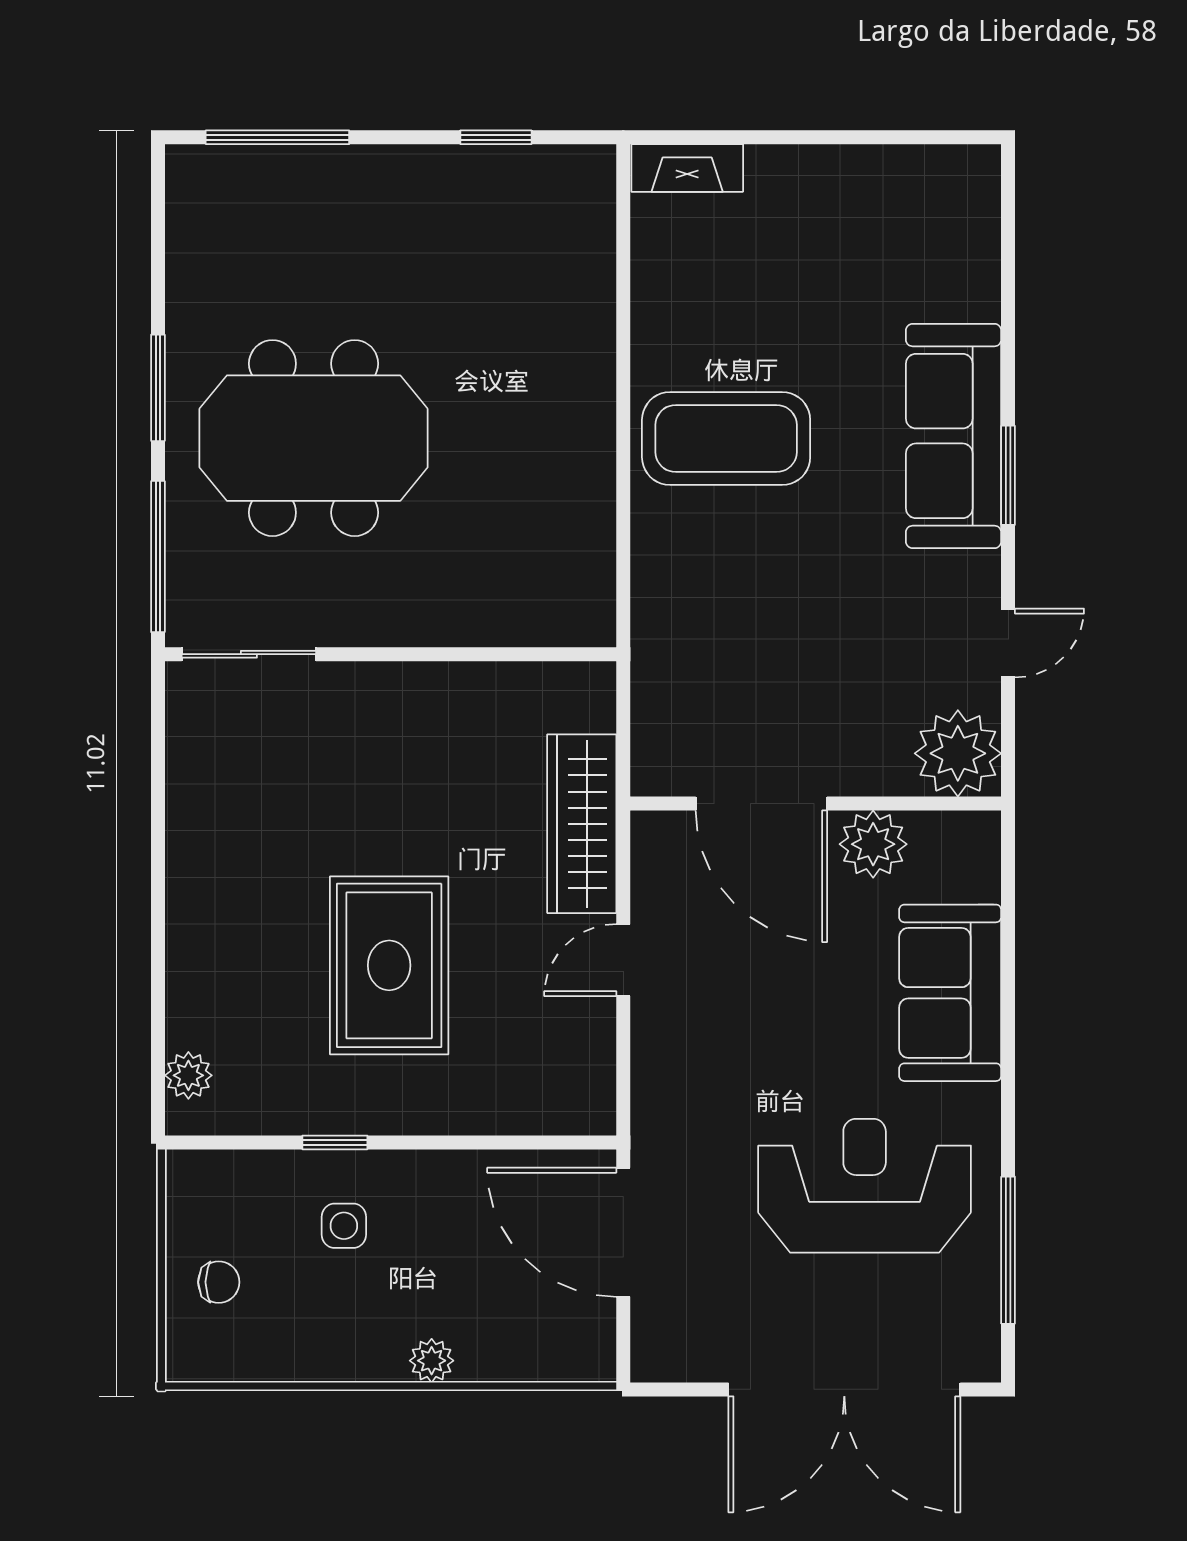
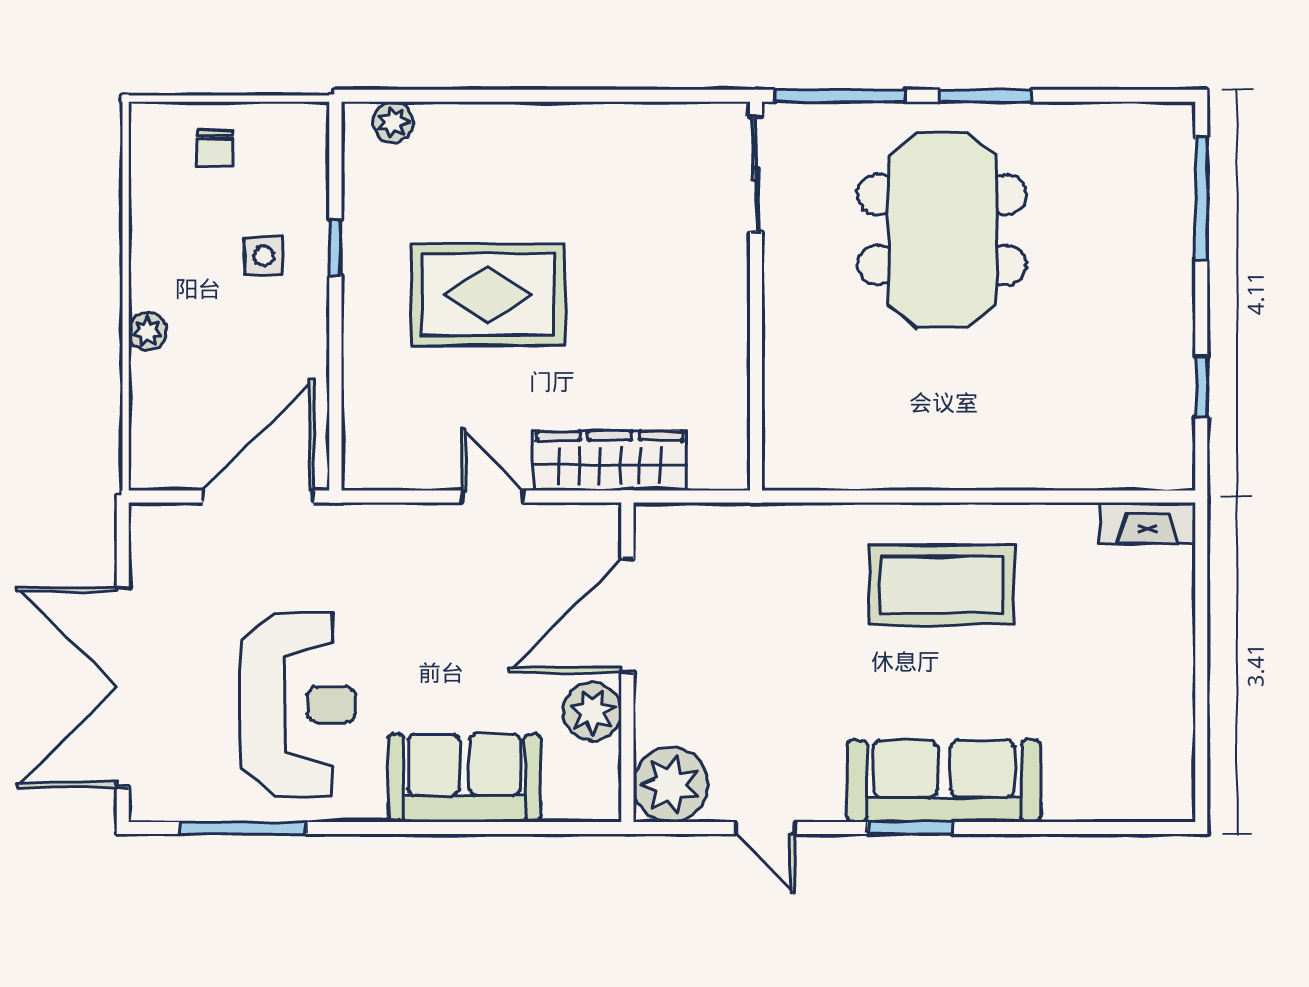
fireplace: (687, 168) -> (1147, 523), moved, turned -90
coffee table: (726, 439) -> (942, 585), turned 90

